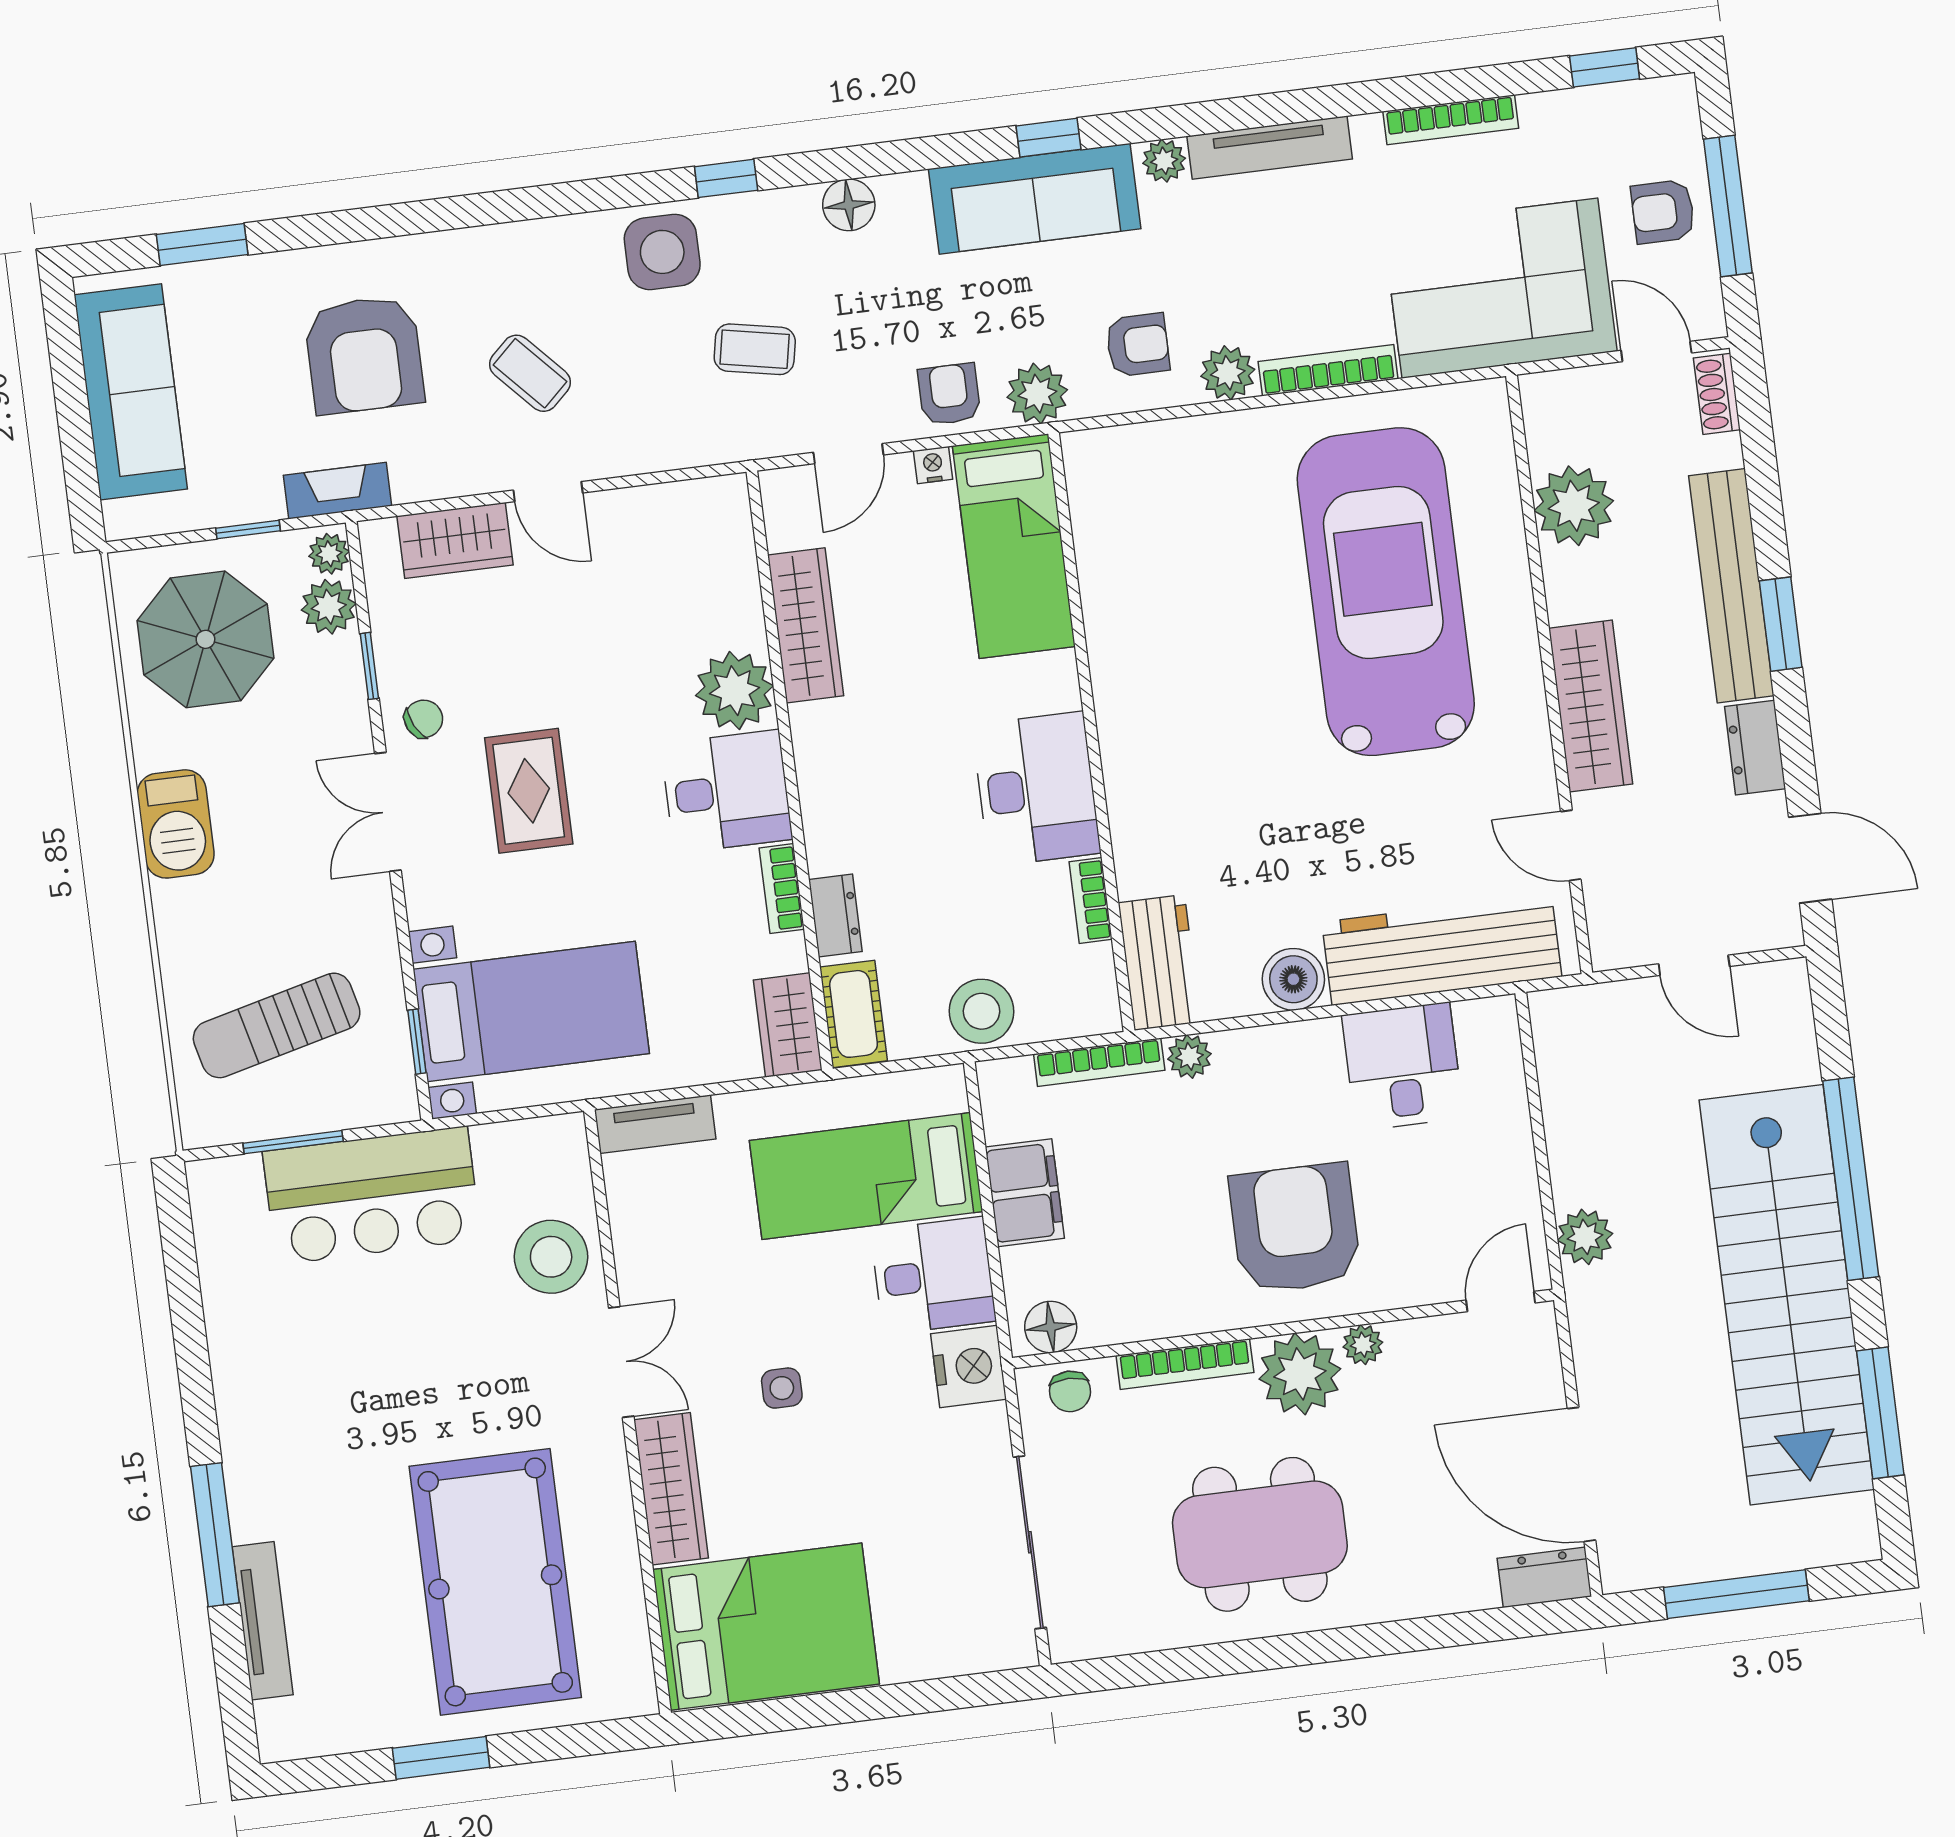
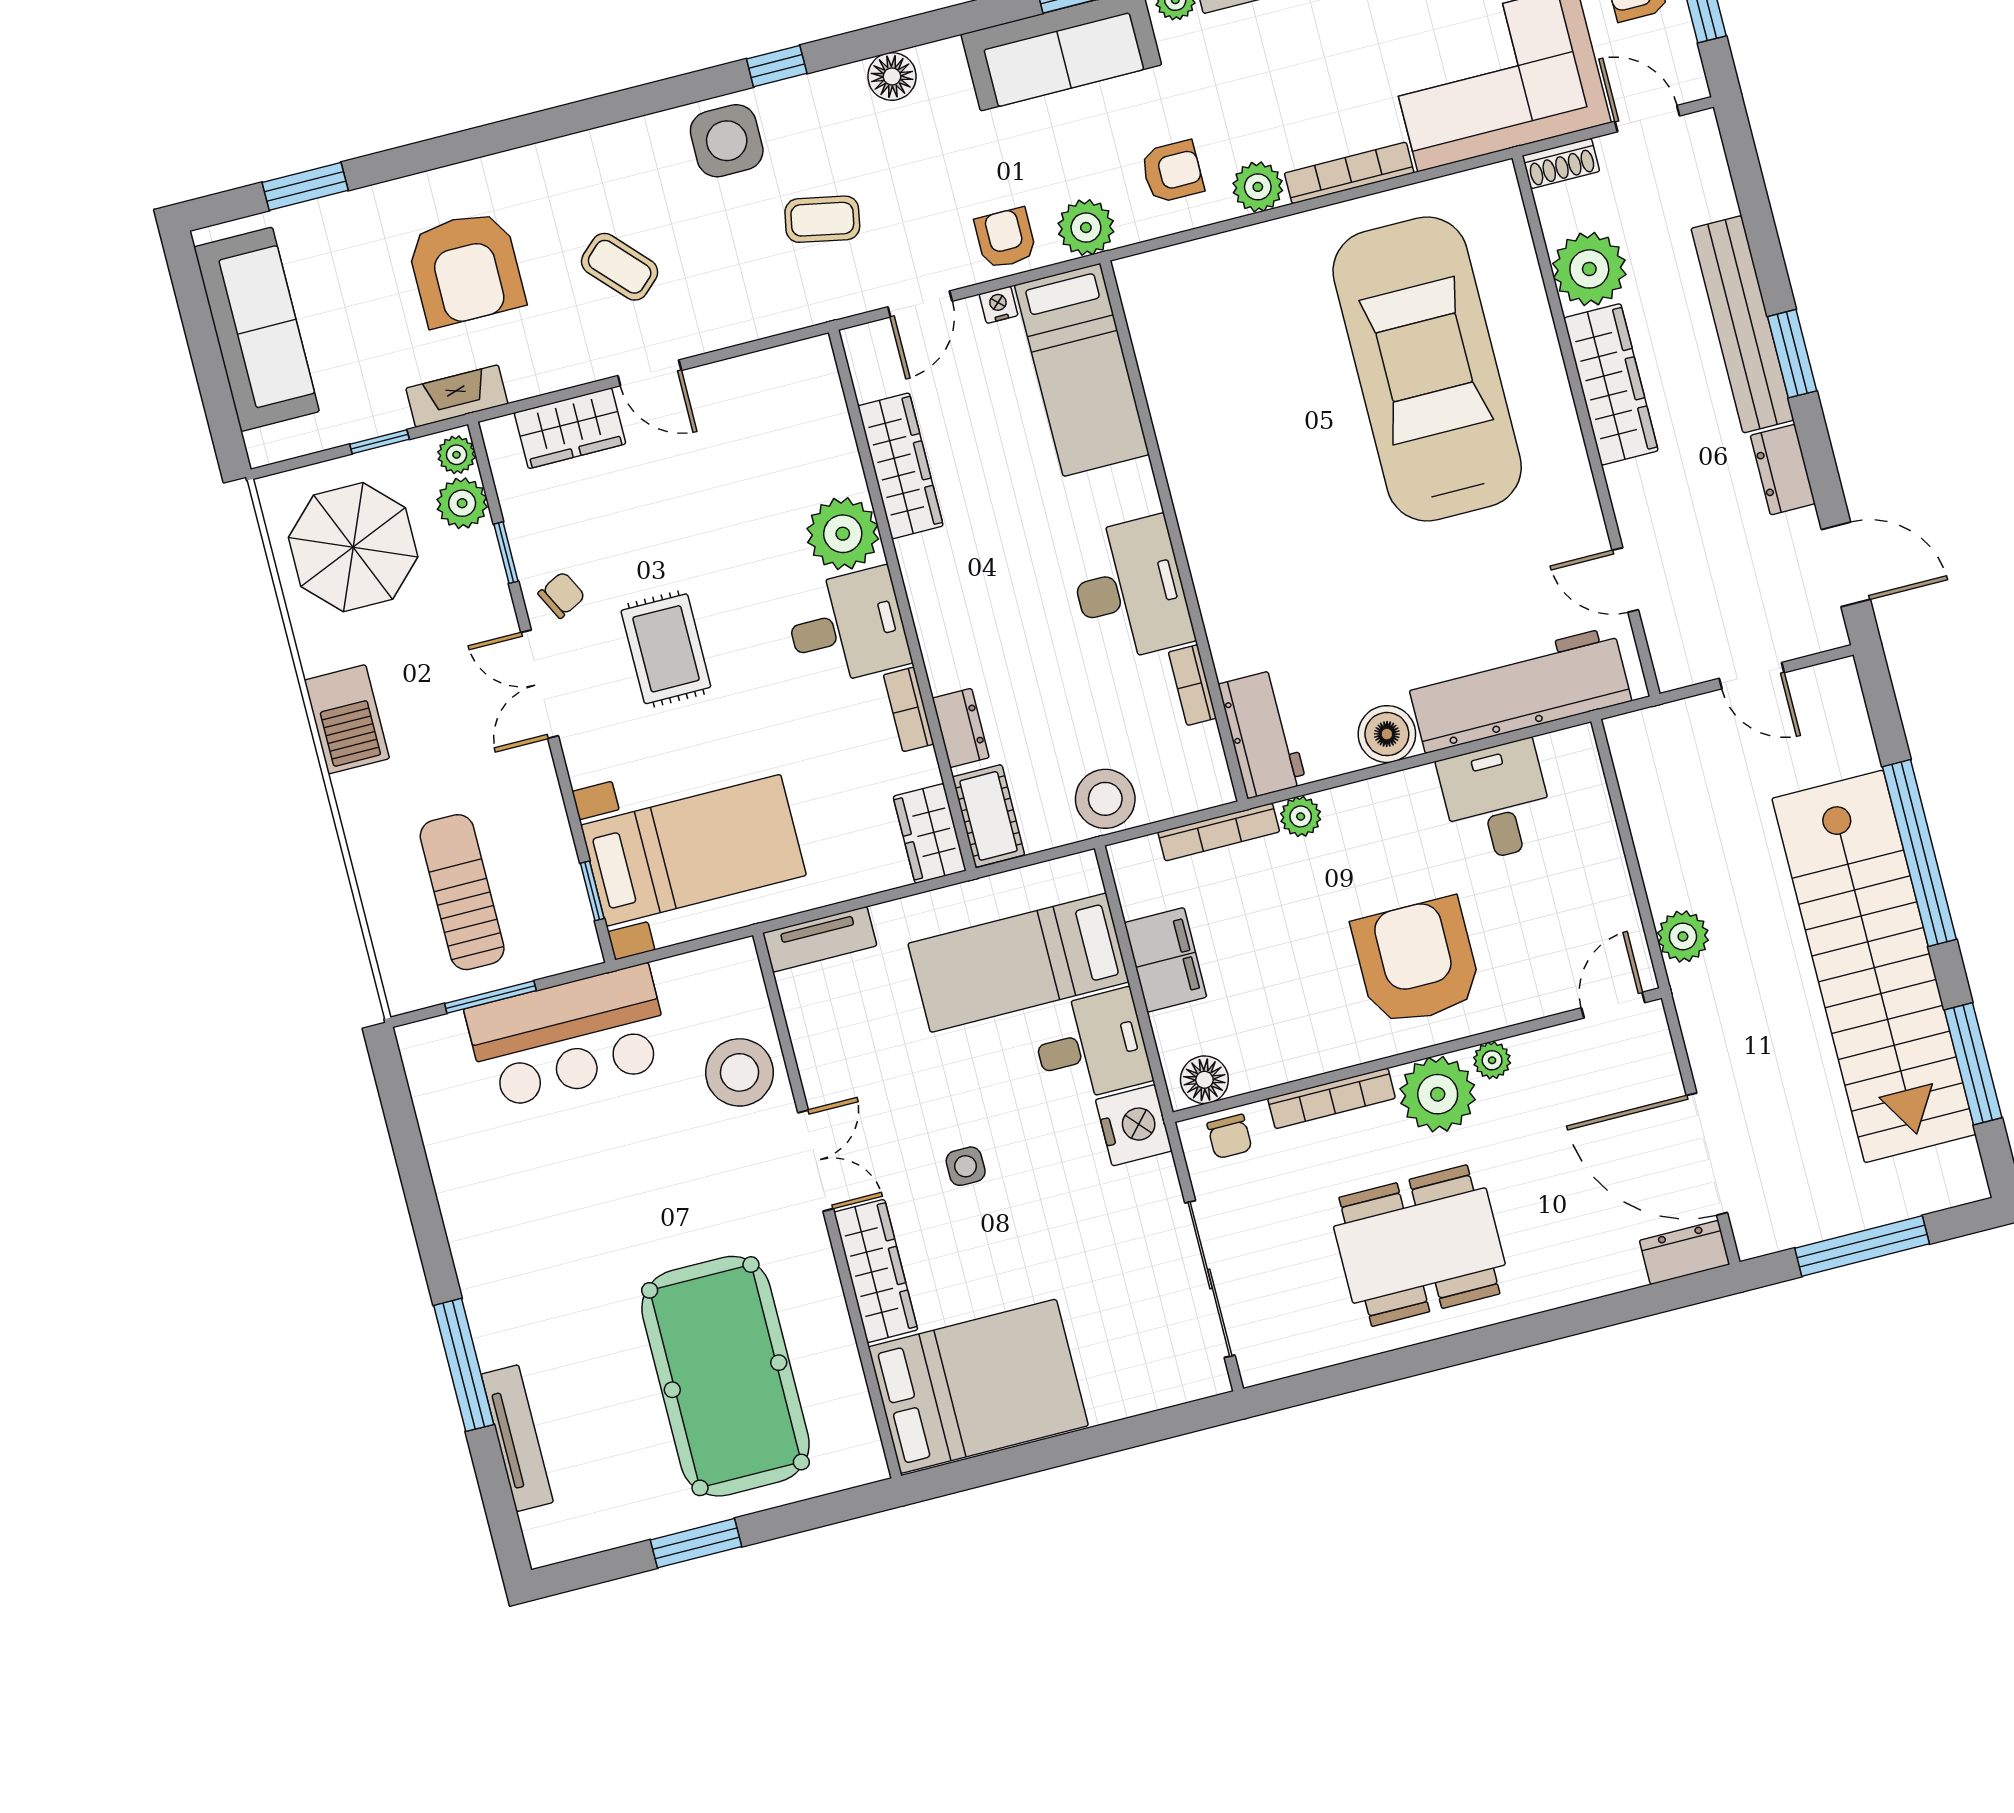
shoe rack: (1717, 394) -> (1561, 163), moved, turned -90
wardrobe: (1591, 706) -> (1611, 384), moved
sun lounger: (277, 1025) -> (462, 892), turned 104

